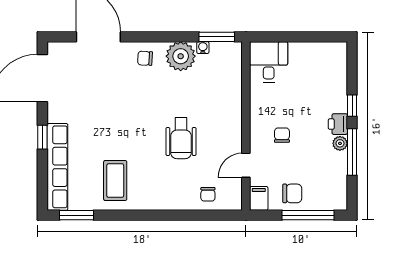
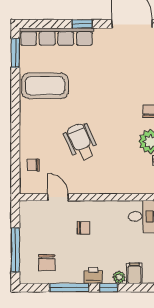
wheelchair: (181, 138) -> (81, 142), turned 66
plant: (340, 143) -> (119, 277), moved
coffee table: (115, 180) -> (45, 86), width x1.36, depth x1.32
chair: (292, 193) -> (47, 263), moved
filing cabinet: (259, 198) -> (134, 273), moved, turned -90

